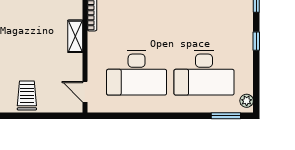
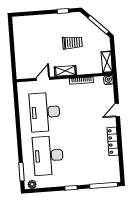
door: (85, 92) -> (43, 79), moved
trolley: (27, 95) -> (72, 43), moved

